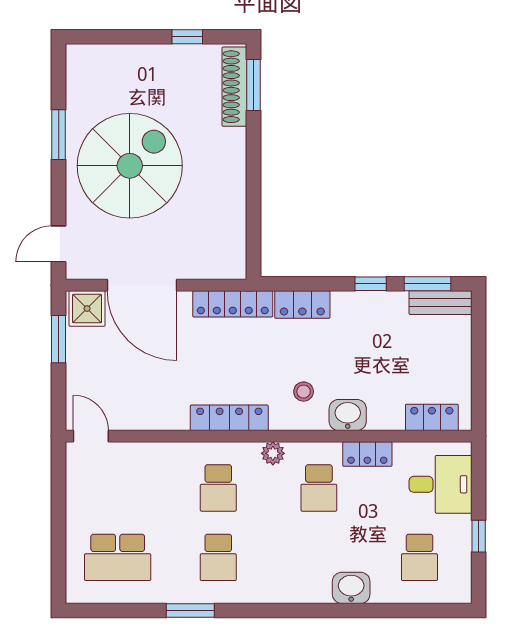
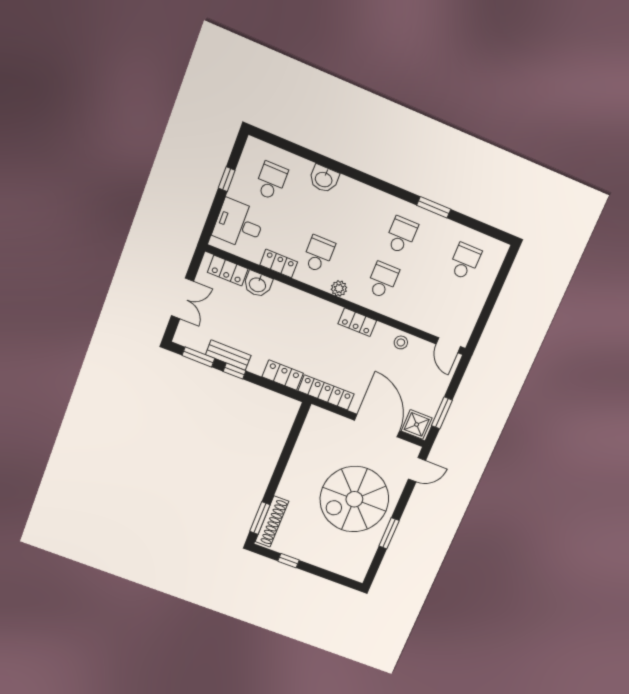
bench: (440, 303) -> (228, 355), moved
double door: (479, 356) -> (182, 298), added
stool: (304, 392) -> (401, 342), moved
washbasin: (348, 415) -> (258, 284), moved
locker: (229, 418) -> (357, 322), width x0.66
school desk: (118, 557) -> (465, 261), width x0.54

